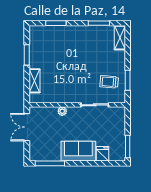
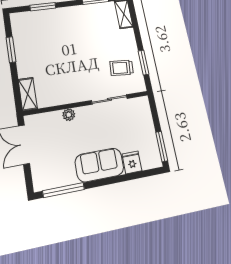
shelving: (35, 81) -> (28, 94), moved

